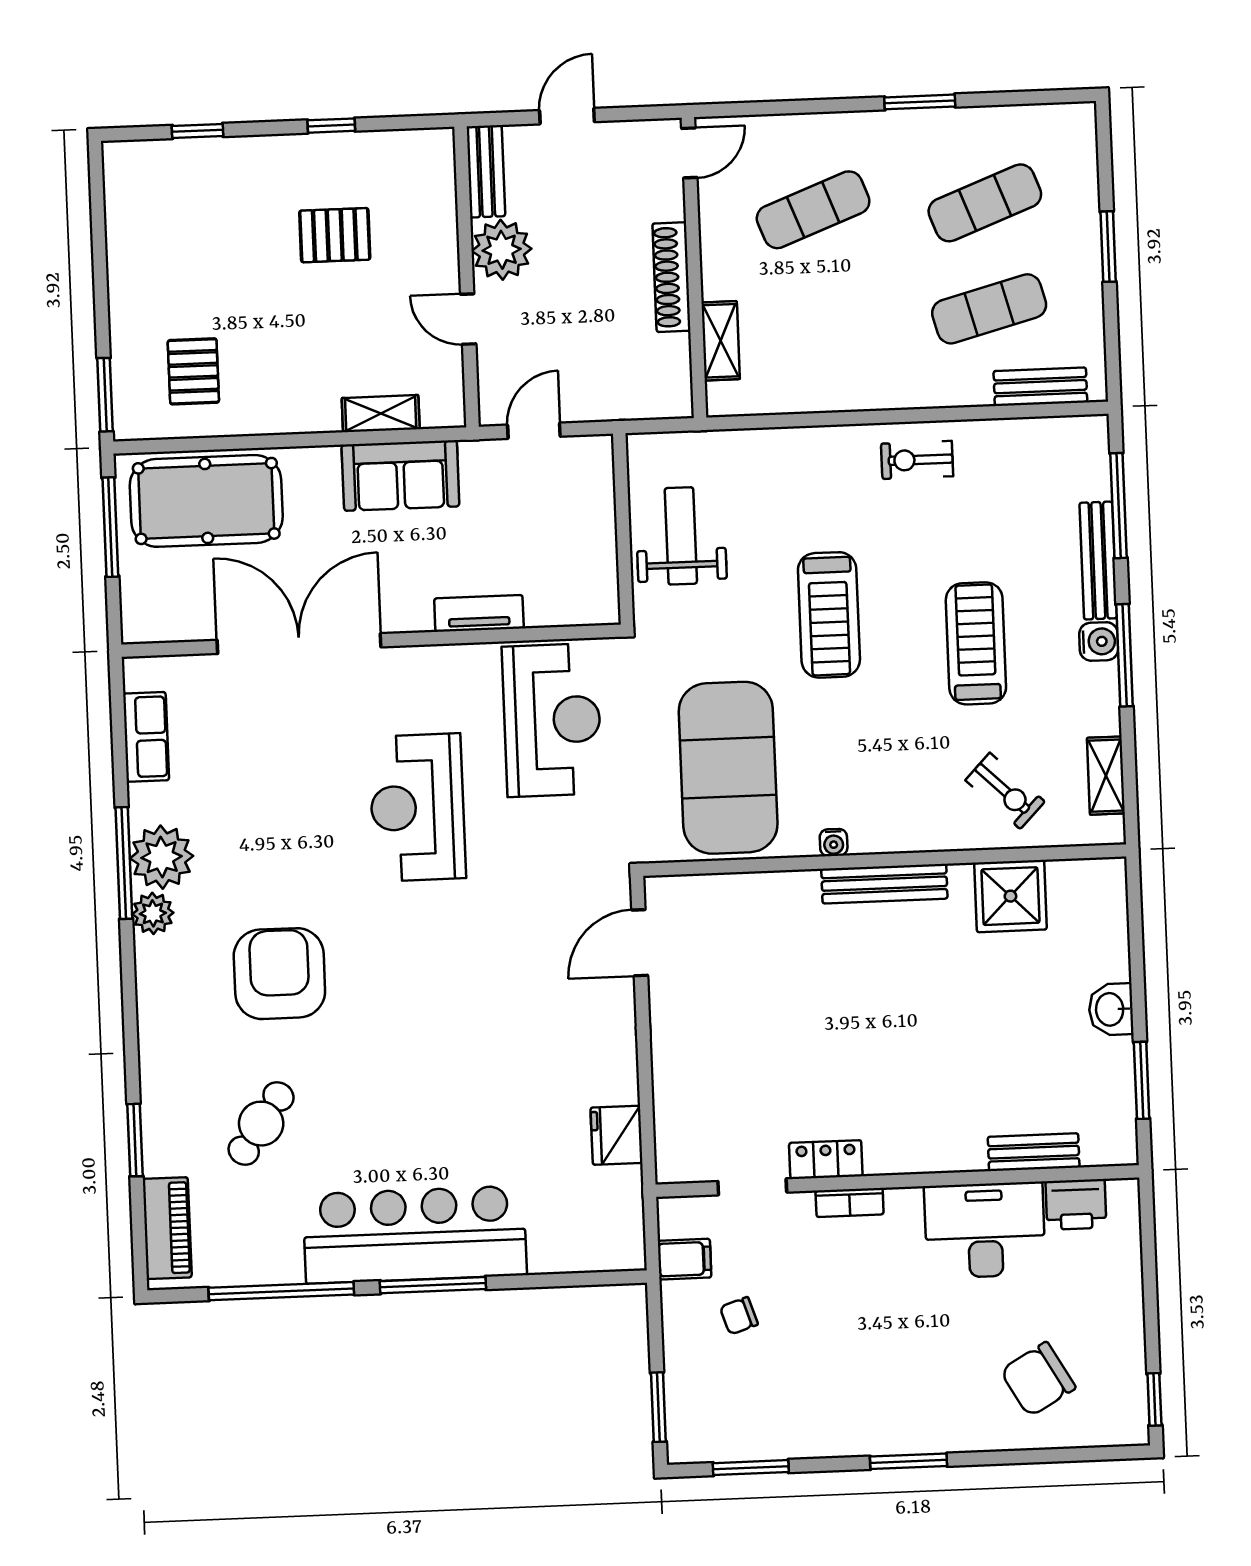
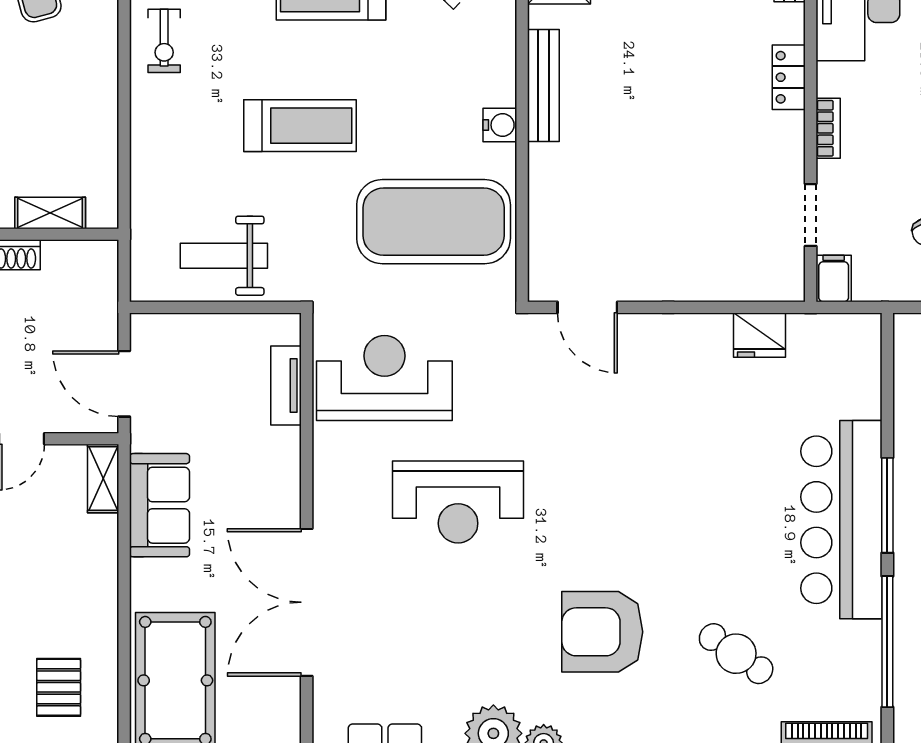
pallet: (193, 371) -> (59, 687), turned 90
shelving: (381, 414) -> (103, 479), moved
door: (534, 431) -> (124, 384), width x1.38
tv unit: (479, 613) -> (286, 386), moved
water cooler: (834, 843) -> (500, 125), width x1.38, depth x1.38
locker: (826, 1160) -> (789, 77), moved
filing cabinet: (685, 1259) -> (834, 278), moved

